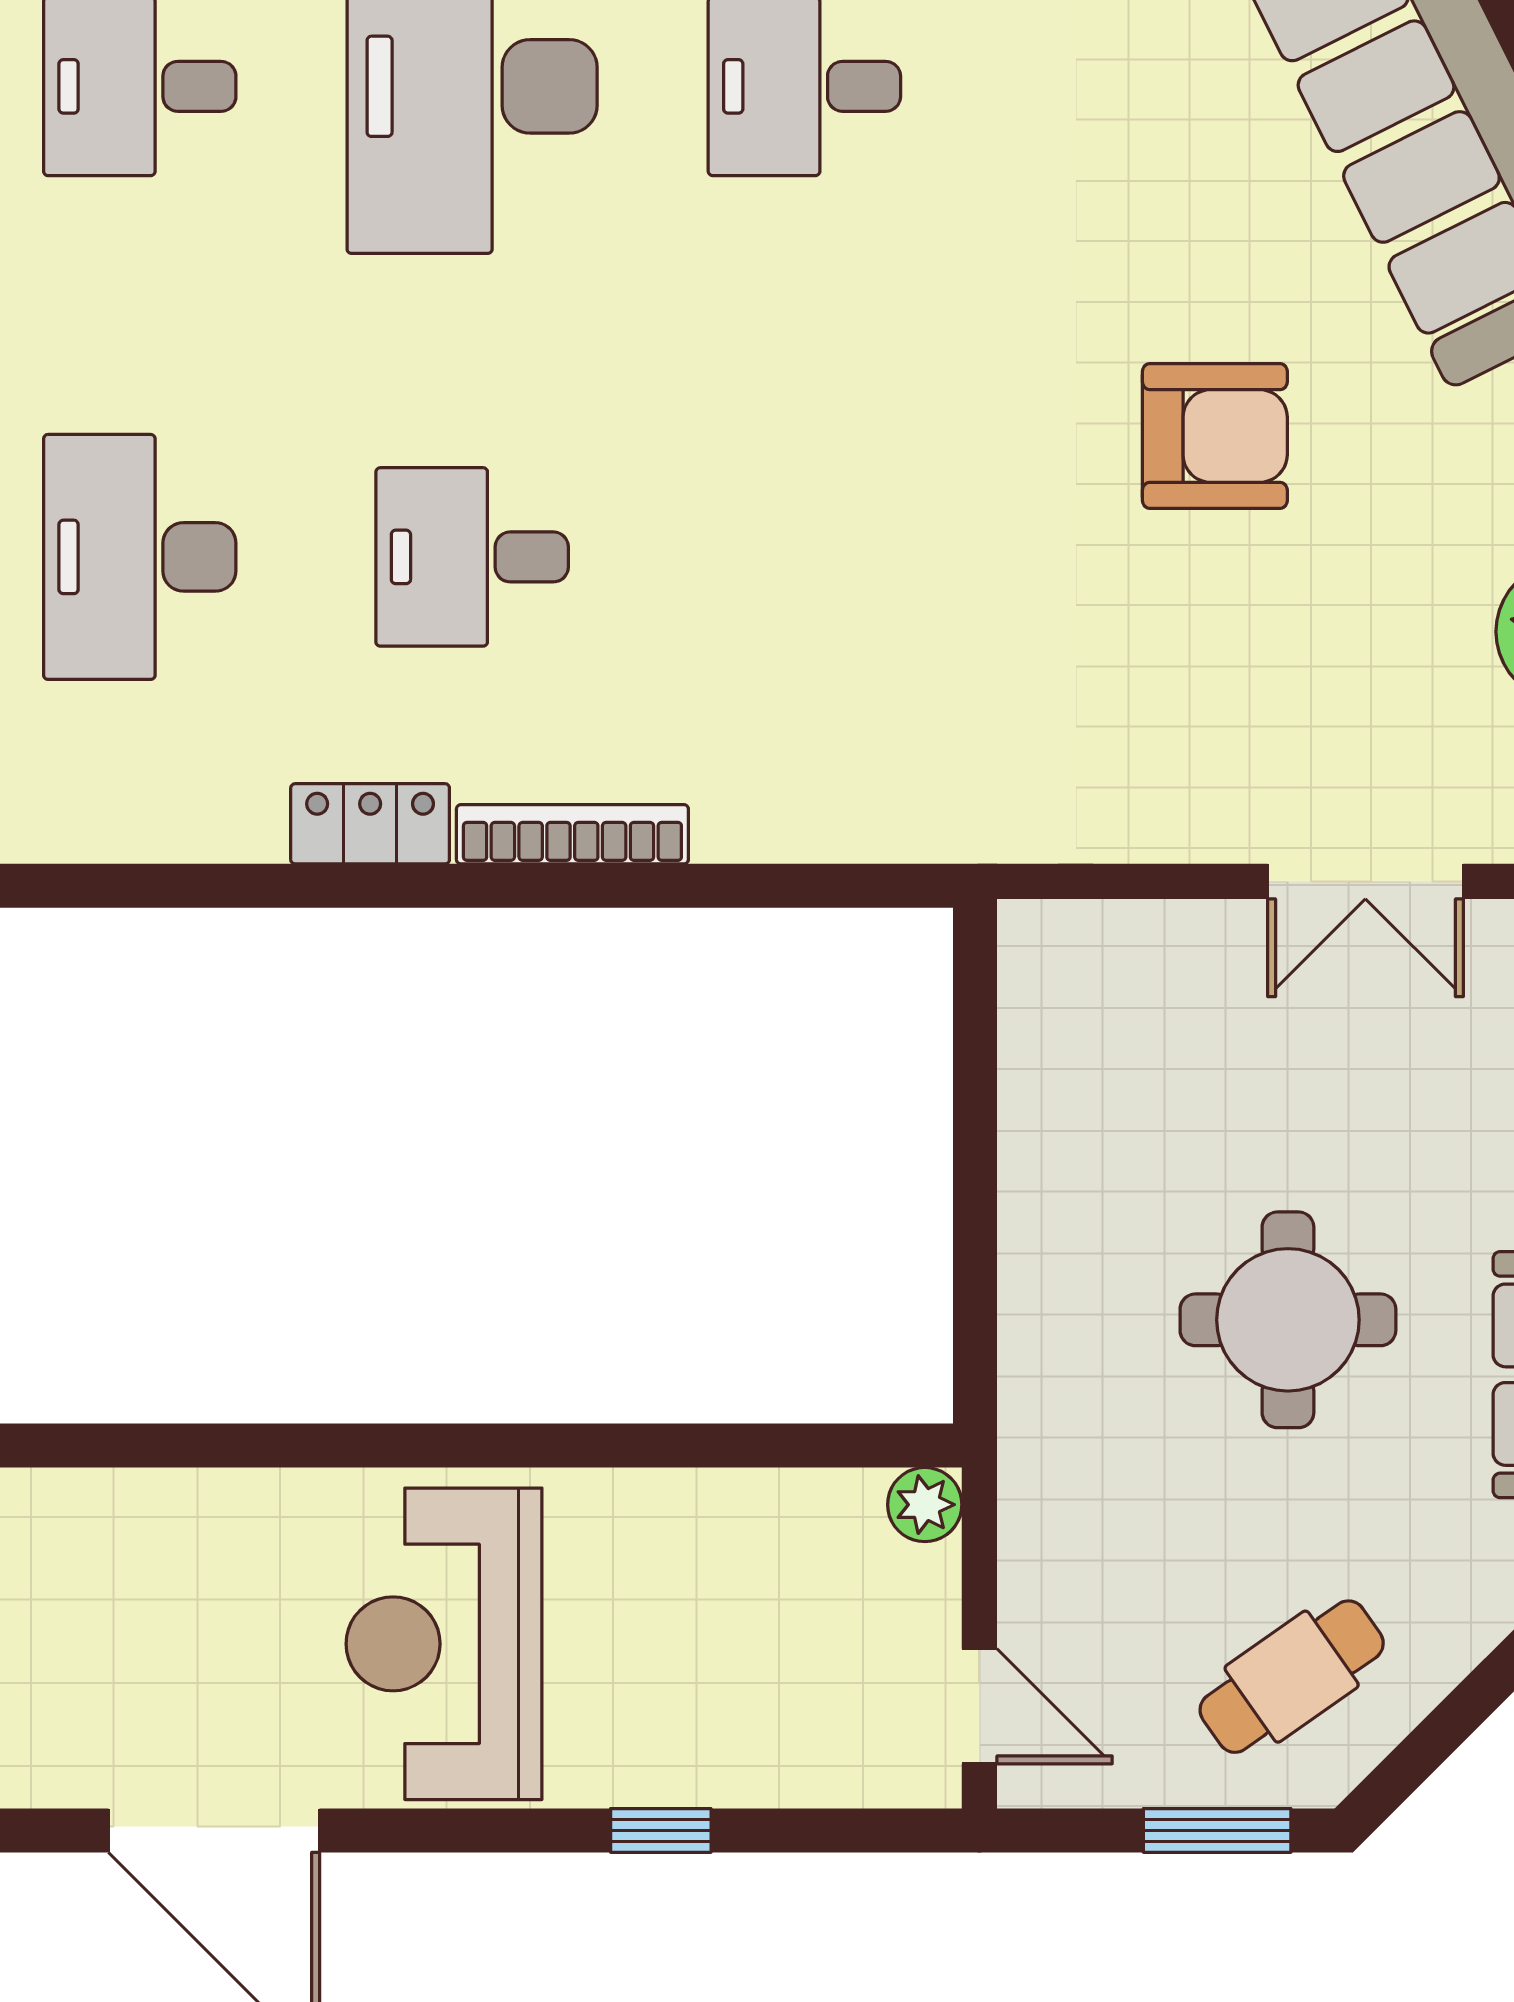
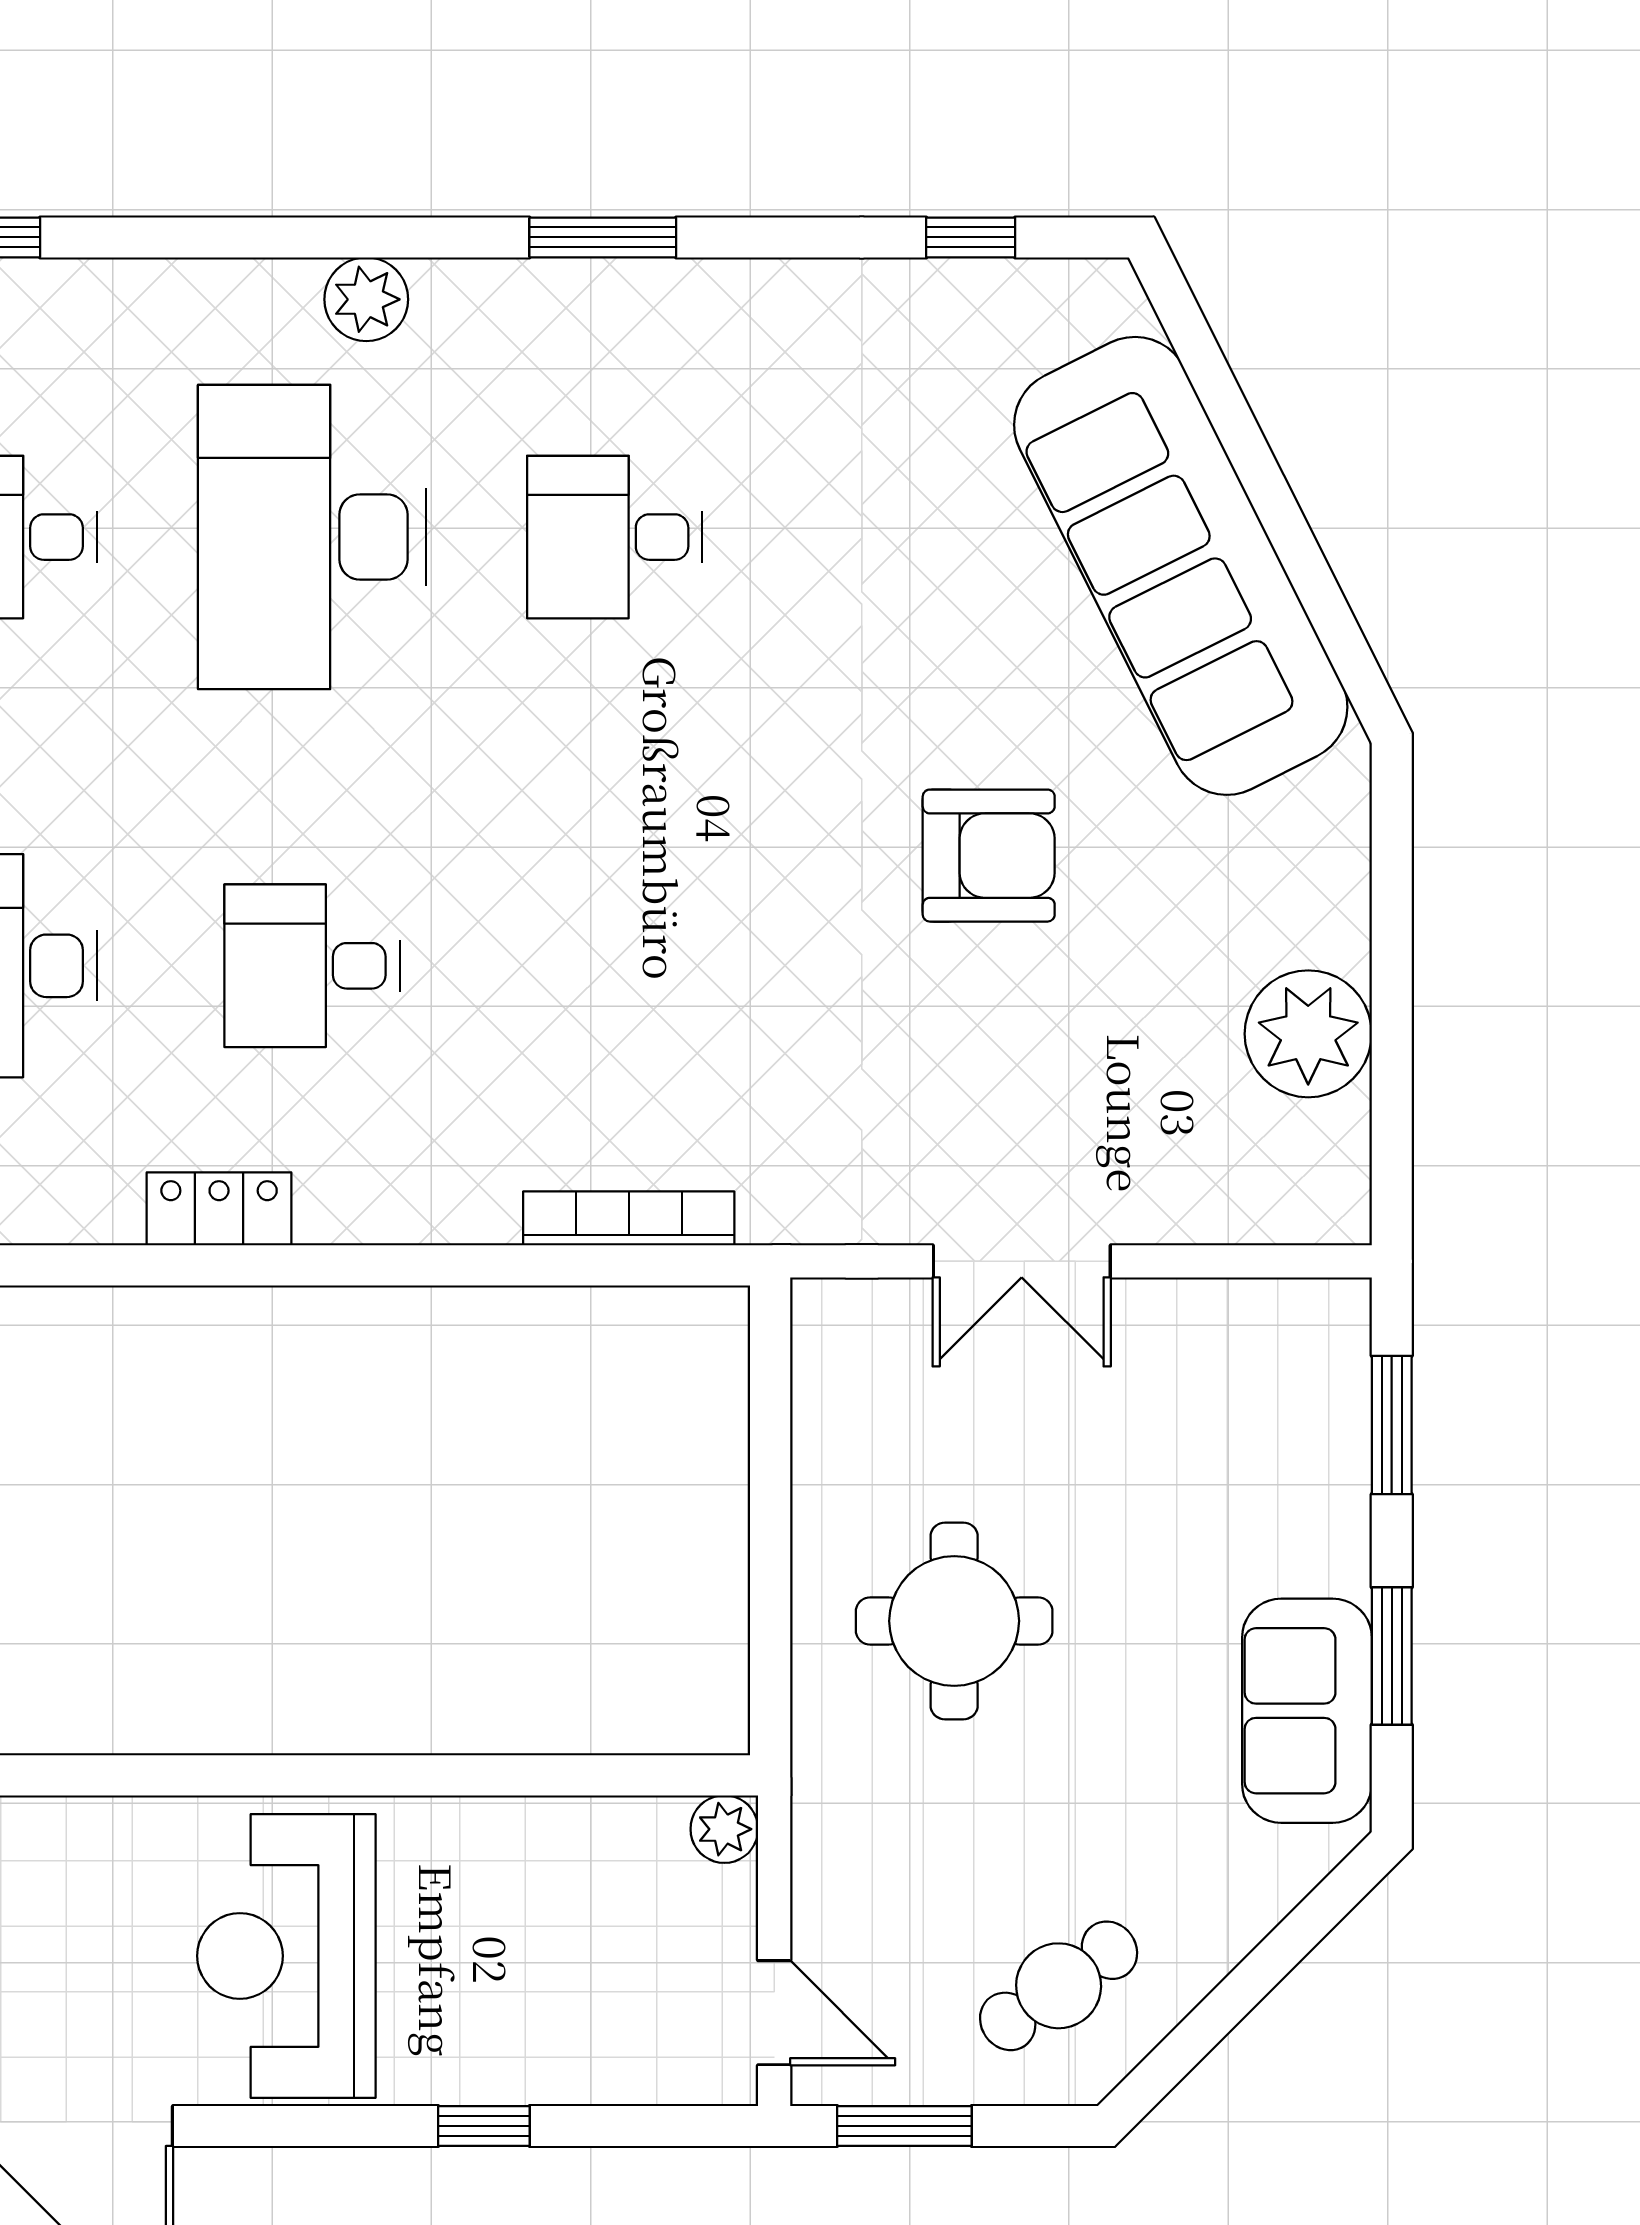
bookcase: (572, 834) -> (629, 1218), moved
double door: (1365, 881) -> (1022, 1261), moved
round table: (1288, 1320) -> (954, 1621), moved
window: (1217, 1830) -> (904, 2126), moved

